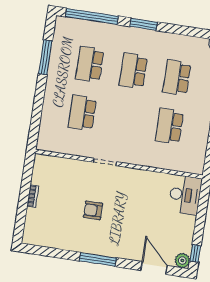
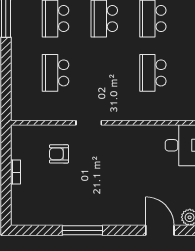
armchair: (93, 210) -> (59, 154), moved
window: (98, 259) -> (82, 230), moved

